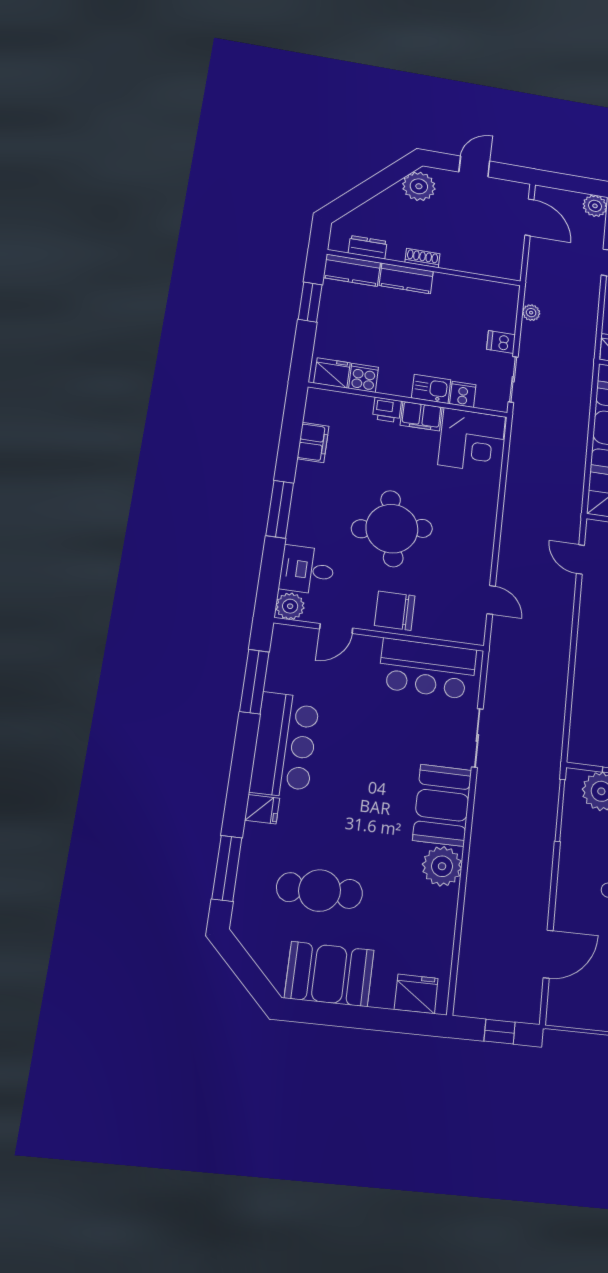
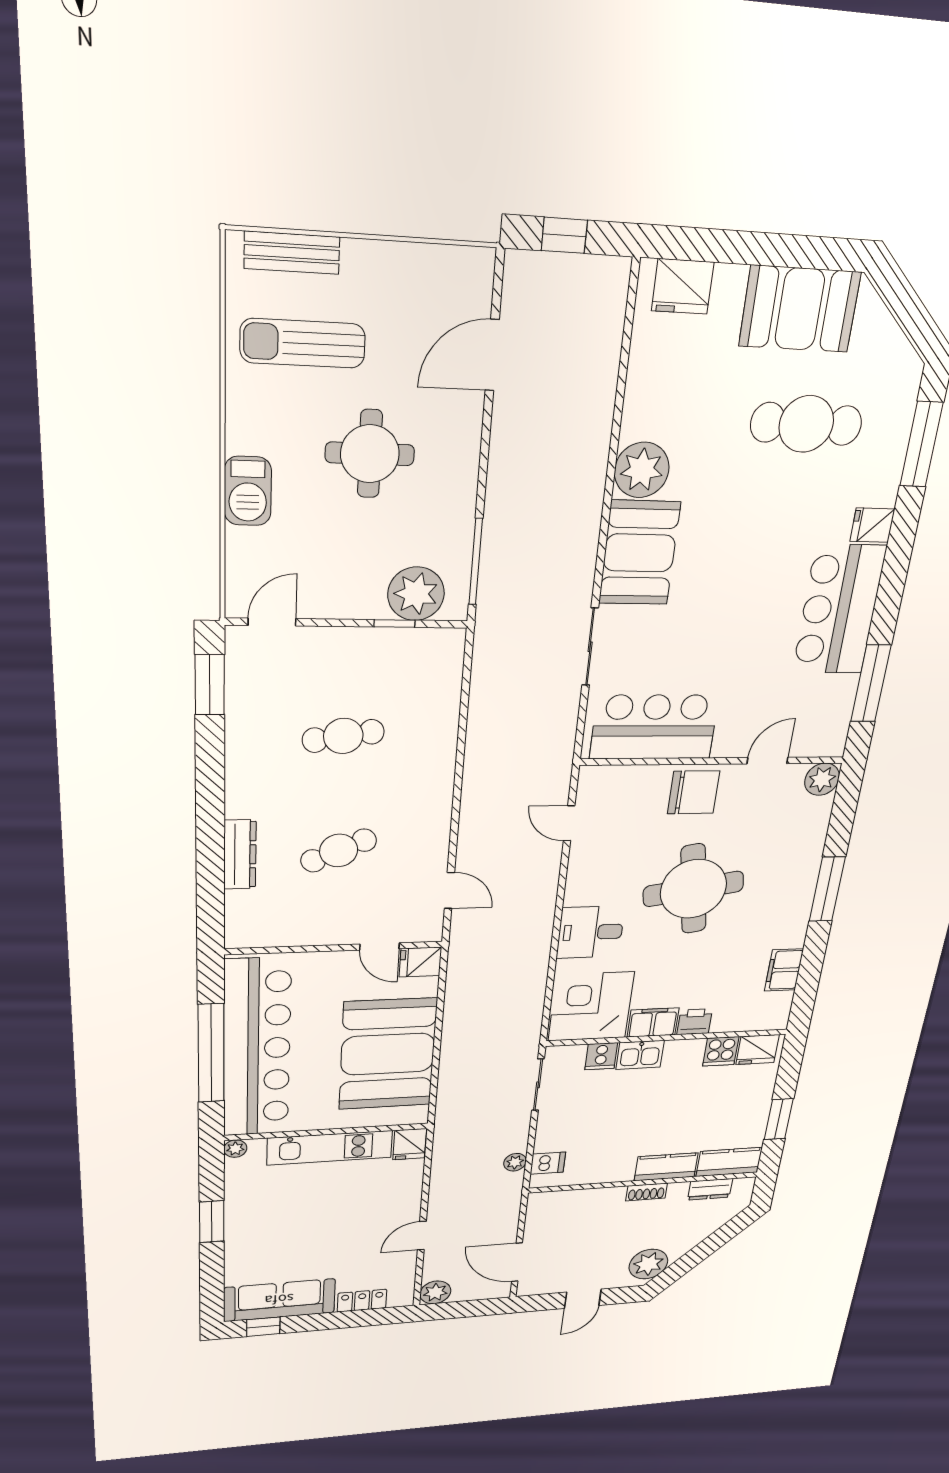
dishwasher: (501, 342) -> (548, 1163), moved
desk: (307, 570) -> (590, 932), moved, turned 180

